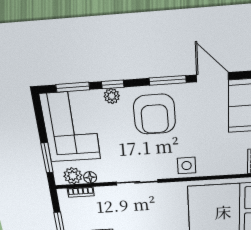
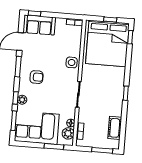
armchair: (154, 114) -> (37, 77), width x0.53, depth x0.53

